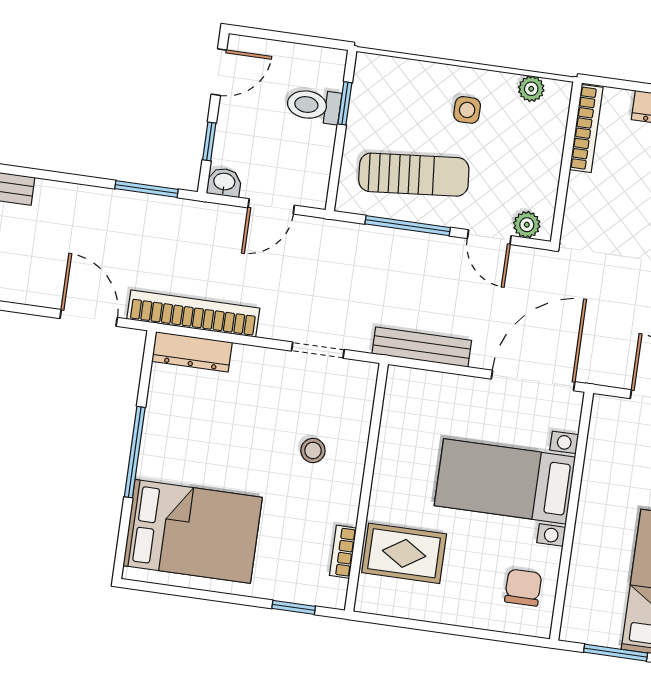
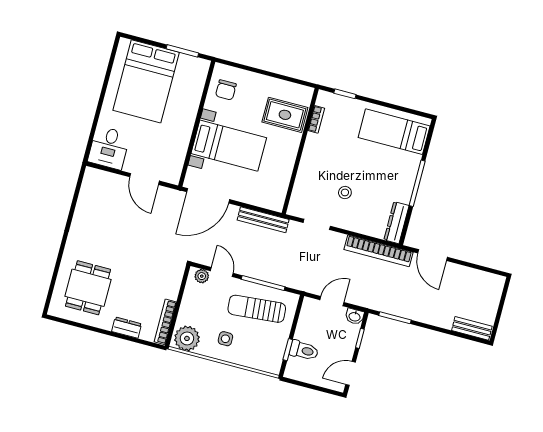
plant: (531, 89) -> (187, 338), width x1.88, depth x1.88
dresser: (192, 352) -> (396, 223), moved, turned -90
stool: (313, 451) -> (345, 192), moved
bed: (193, 531) -> (394, 132), width x0.67

